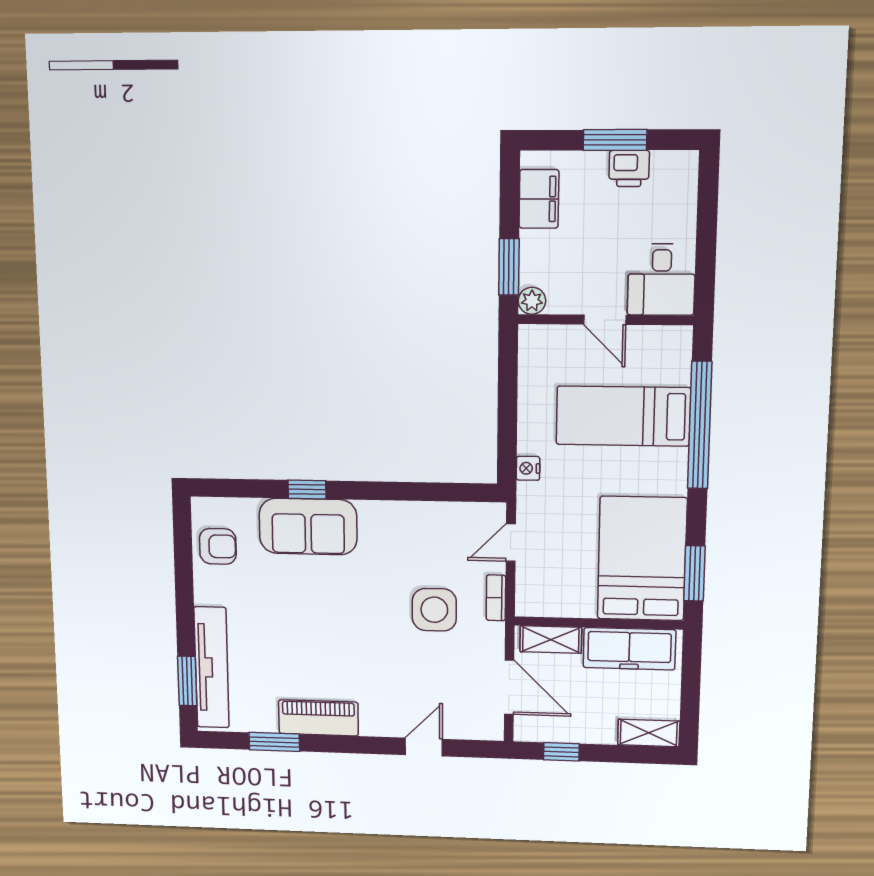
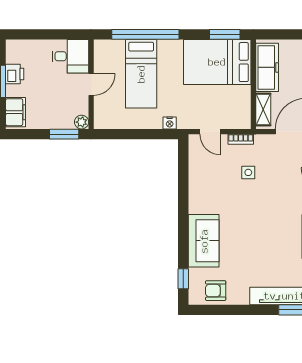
filing cabinet: (539, 199) -> (16, 112), moved, turned 90
window: (307, 489) -> (183, 279), moved
armchair: (218, 546) -> (216, 291), turned -90
side table: (434, 610) -> (248, 172), width x0.54, depth x0.54

